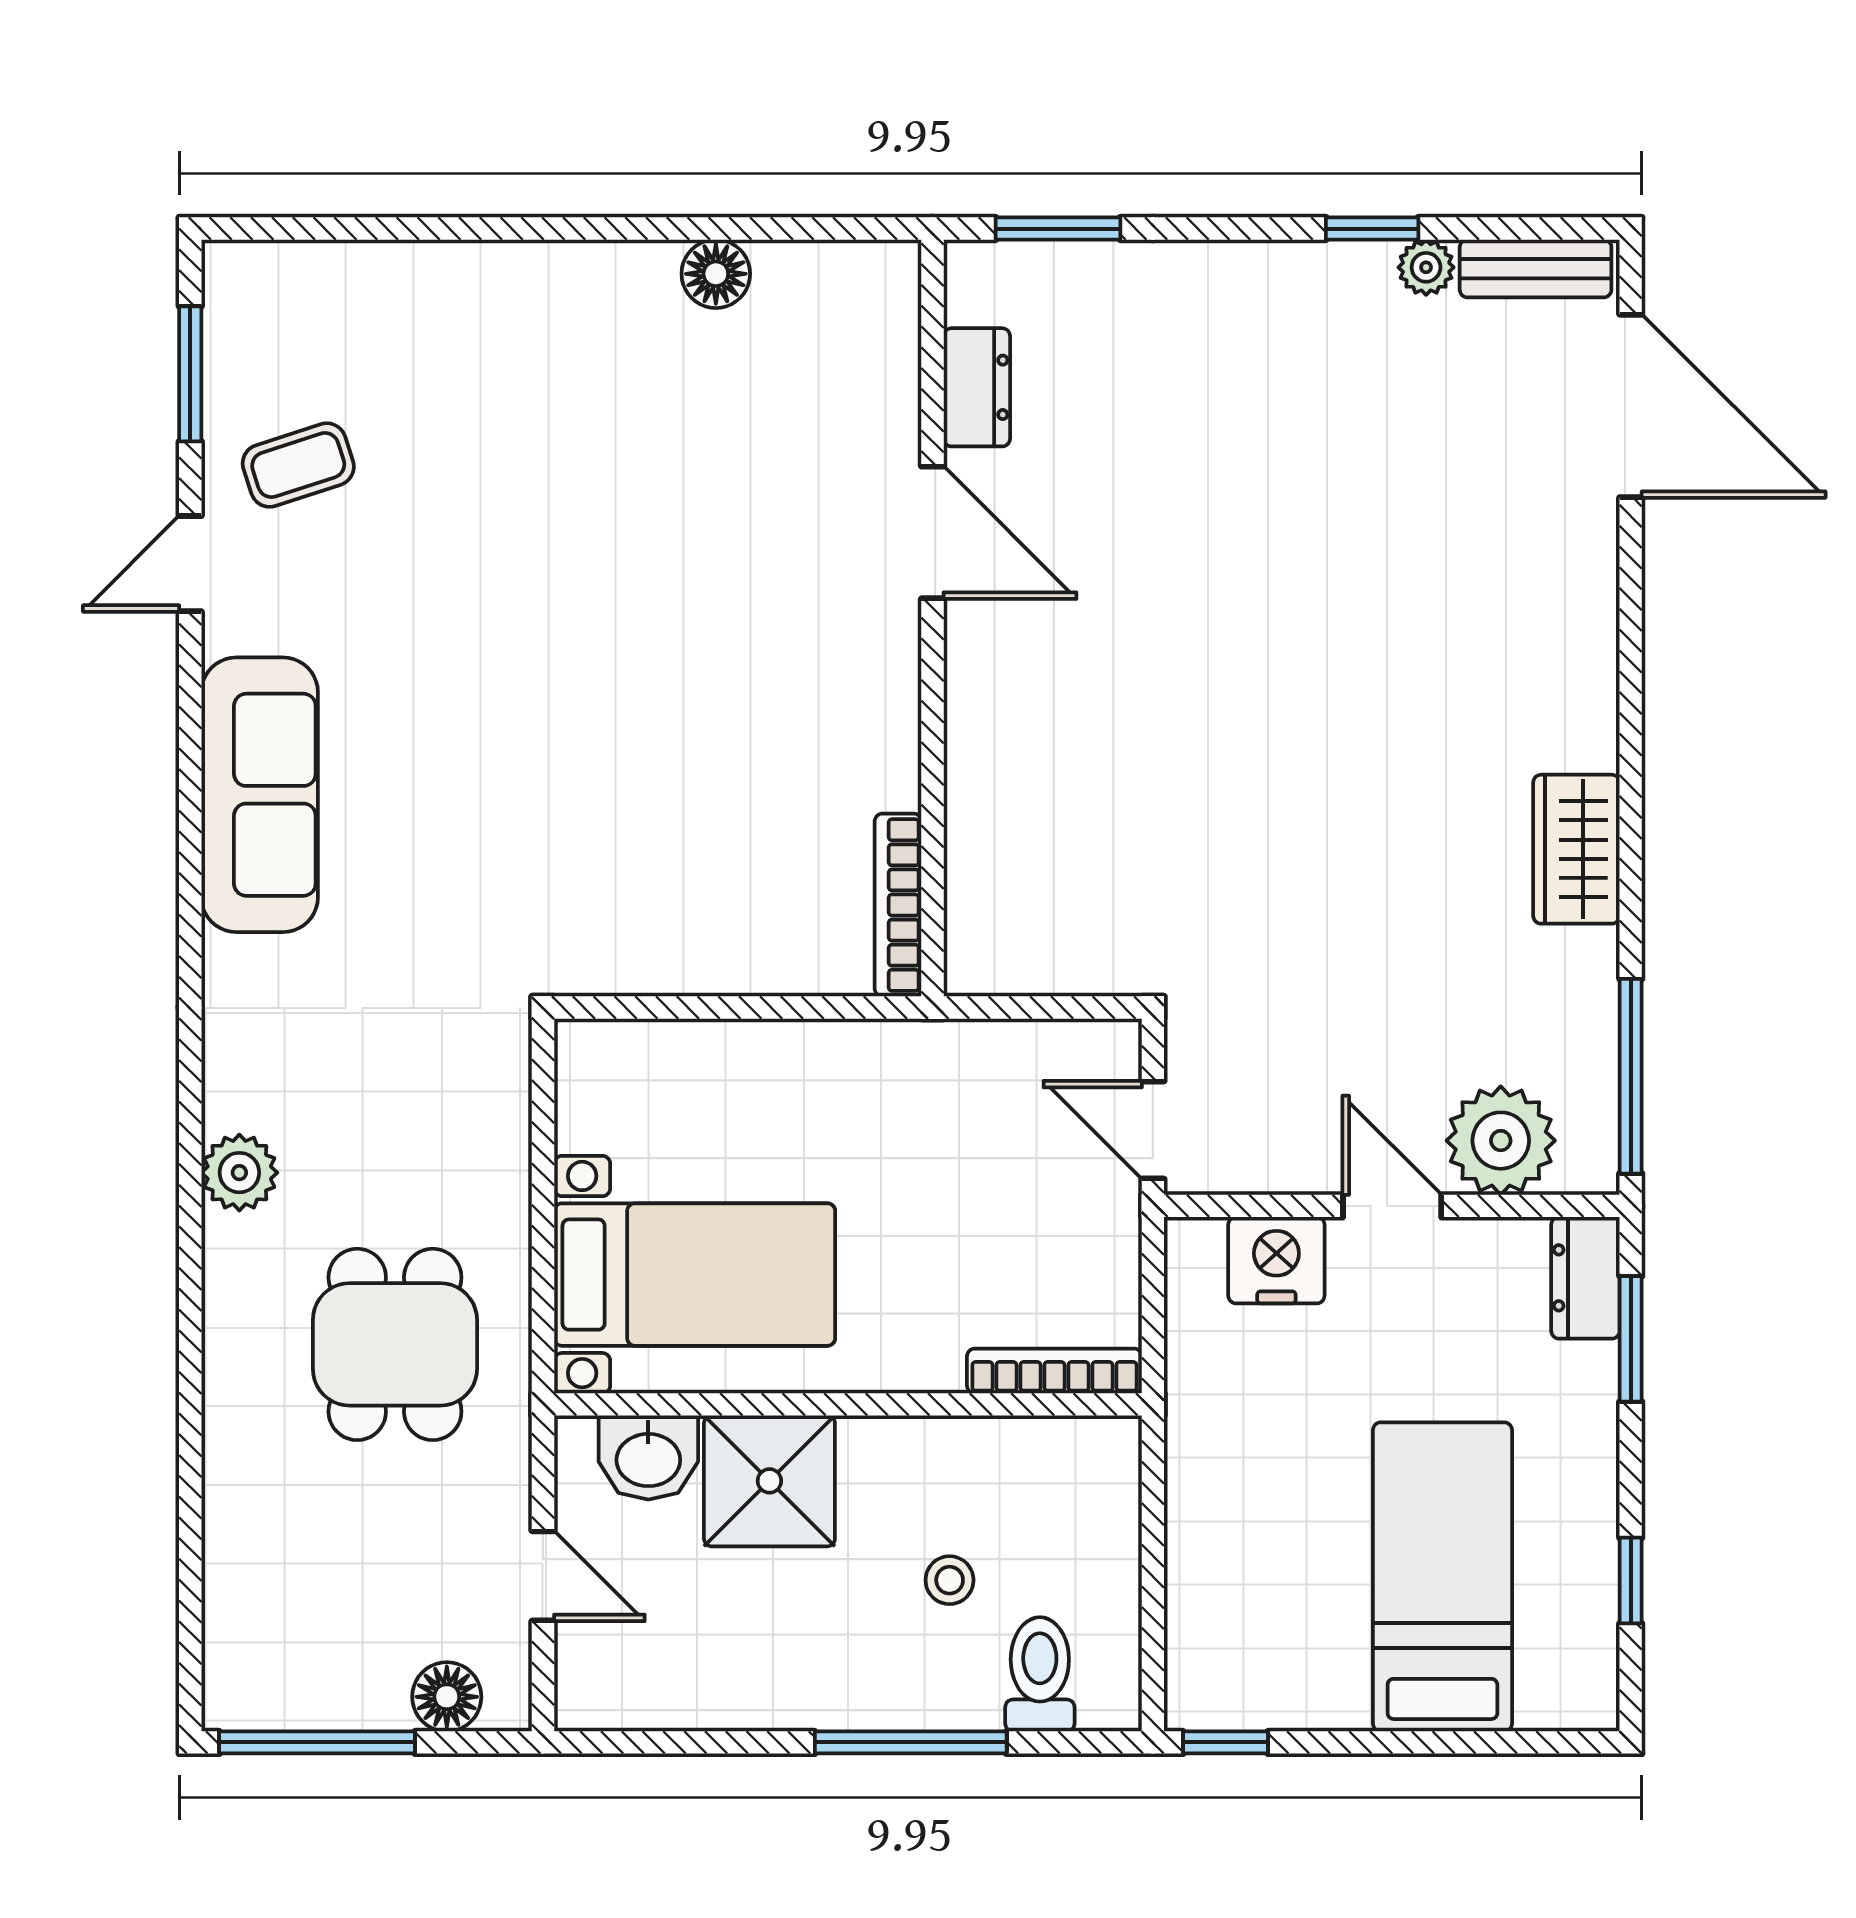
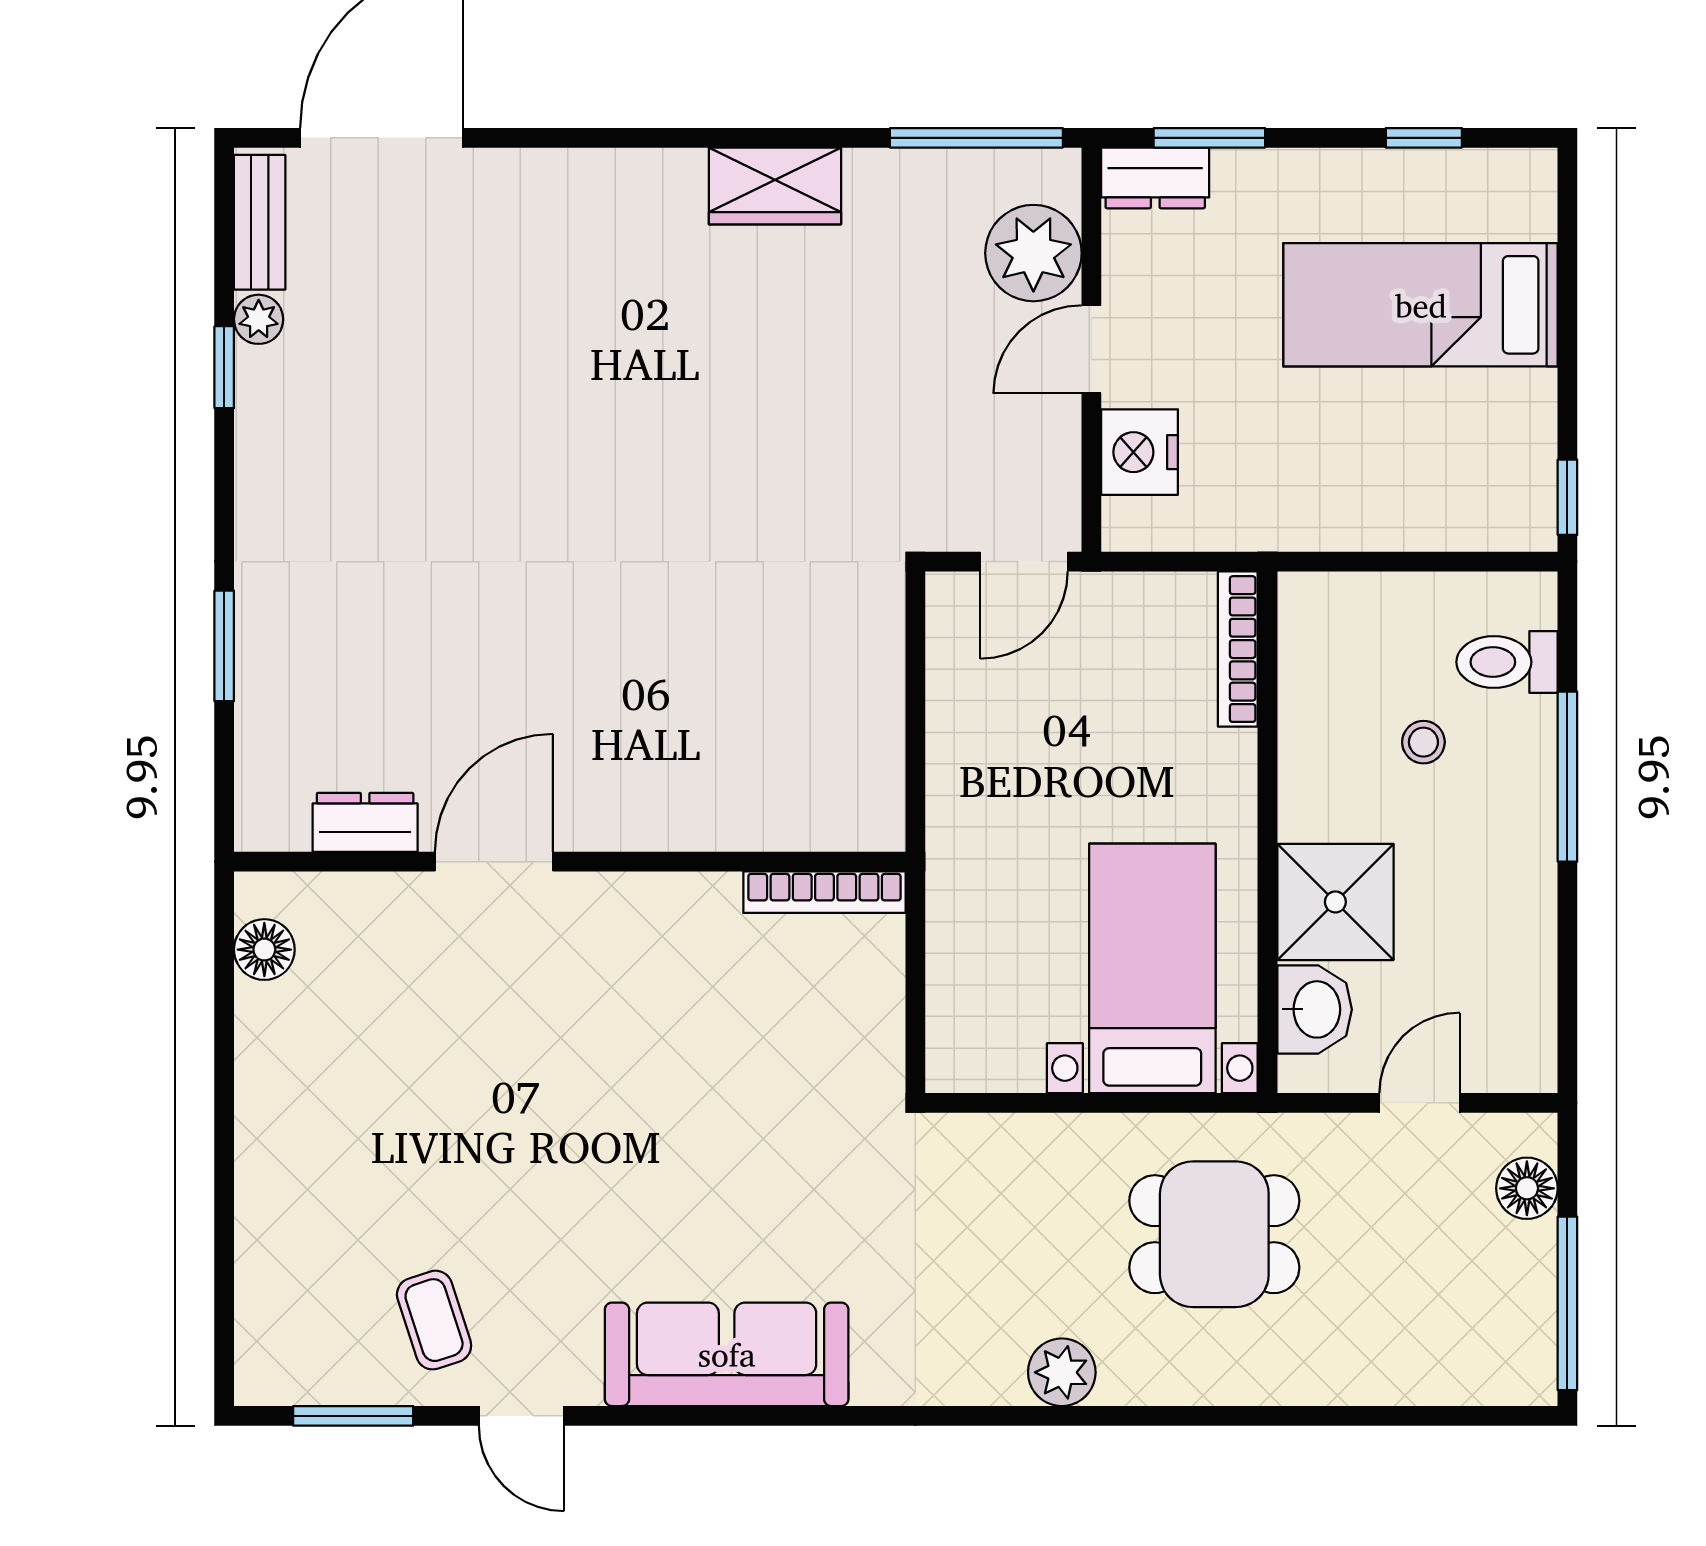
dresser: (977, 387) -> (365, 822), moved
door: (932, 532) -> (494, 862), moved
wall: (932, 618) -> (570, 862), moved
bookcase: (898, 905) -> (824, 892), moved

